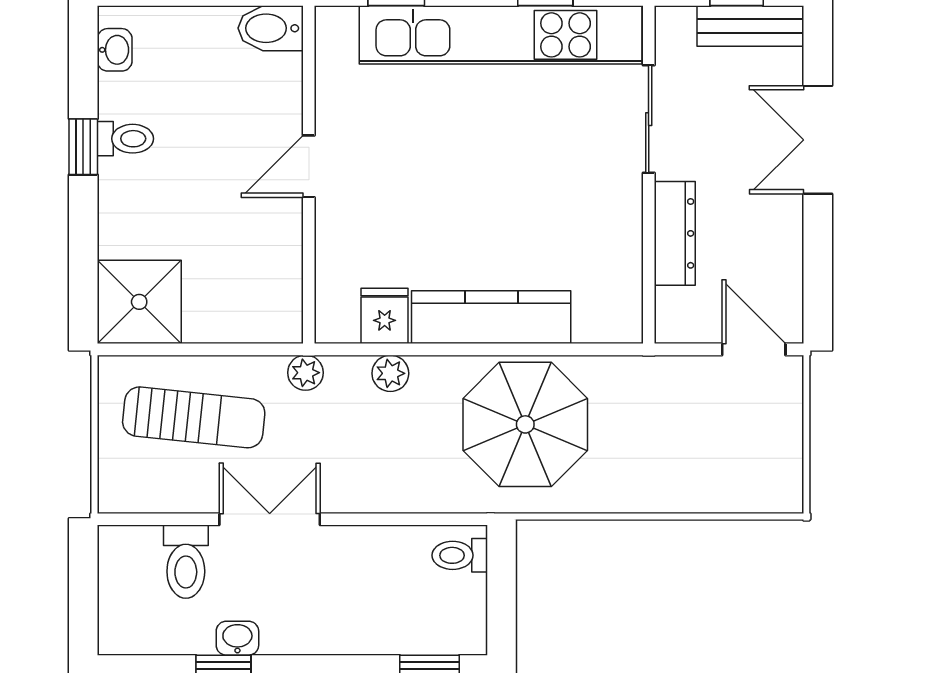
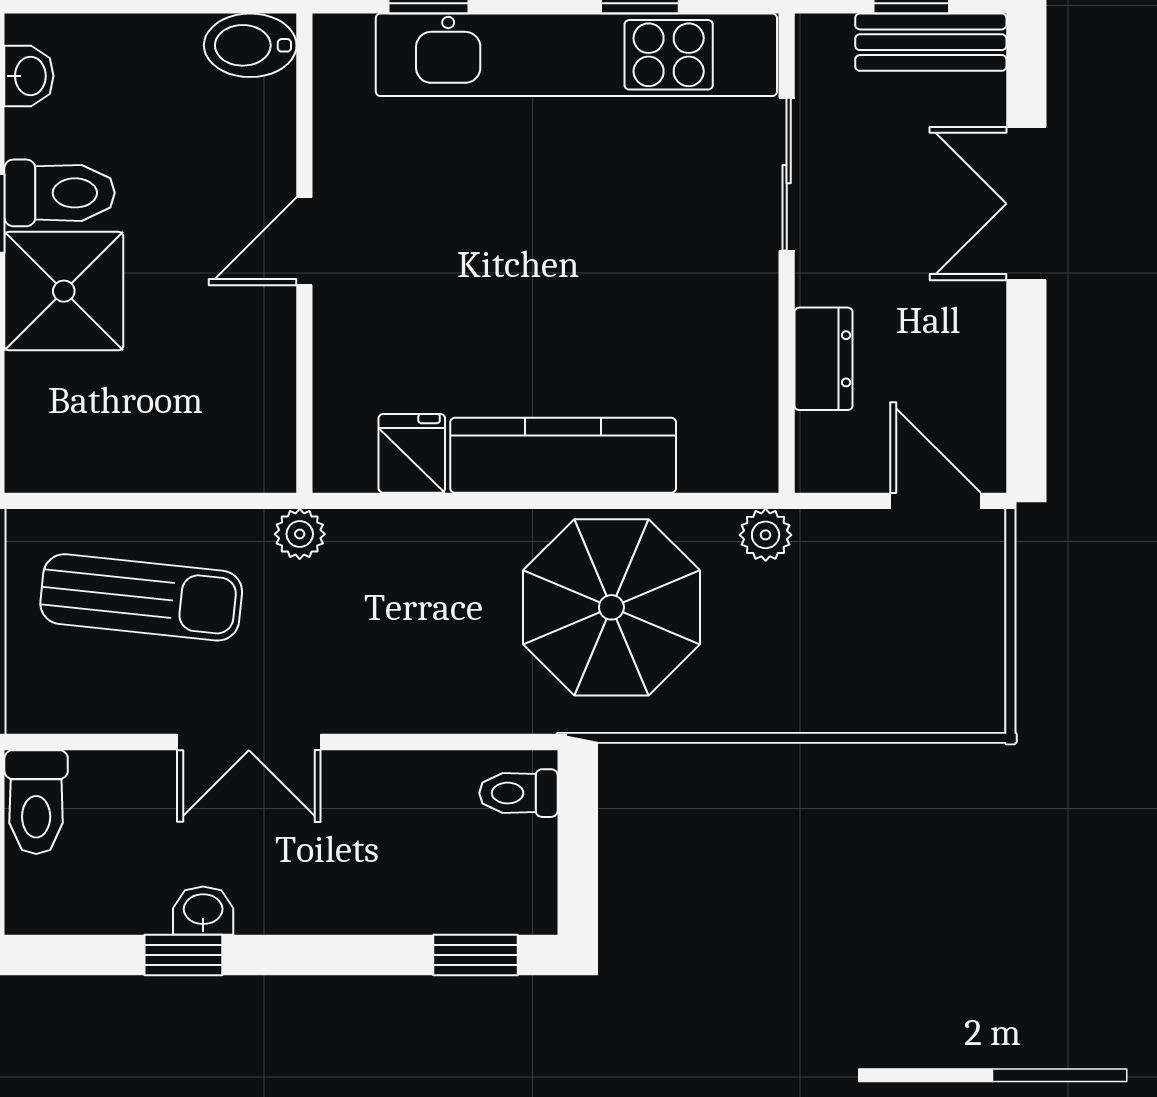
toilet: (125, 139) -> (59, 193), width x1.37, depth x1.39
dresser: (675, 233) -> (824, 359), width x0.70
shower: (139, 302) -> (64, 291), moved
plant: (390, 373) -> (766, 535), moved
double door: (270, 519) -> (249, 742), swing flipped
toilet: (186, 562) -> (36, 802), moved

